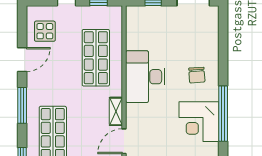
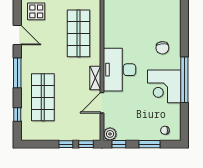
door: (22, 60) -> (17, 35), hinge flipped
desk: (145, 77) -> (120, 70), moved

